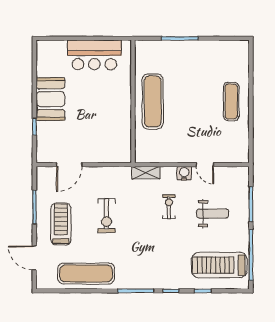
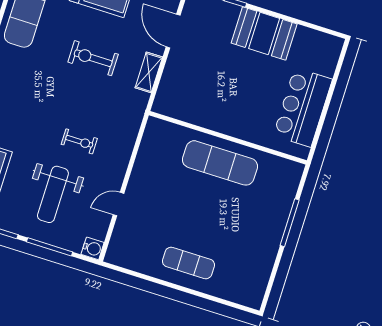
shelving: (146, 173) -> (149, 72), moved
water cooler: (184, 173) -> (93, 248), moved
weight bench: (213, 214) -> (53, 194), width x1.36, depth x1.33

